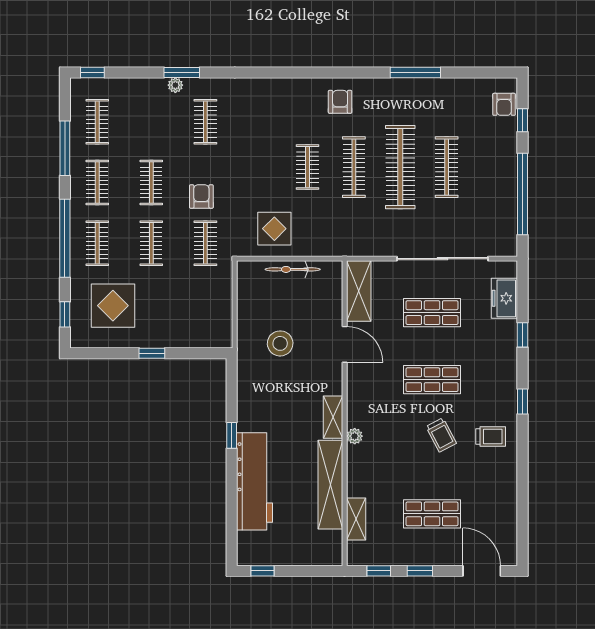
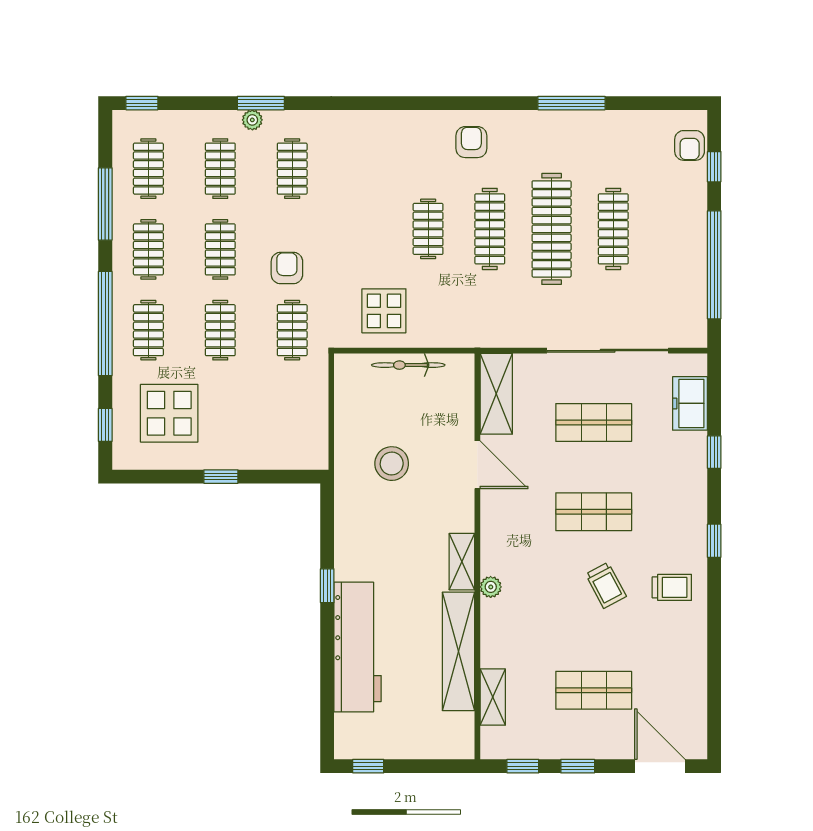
clothes rail: (151, 122) -> (220, 169), added

